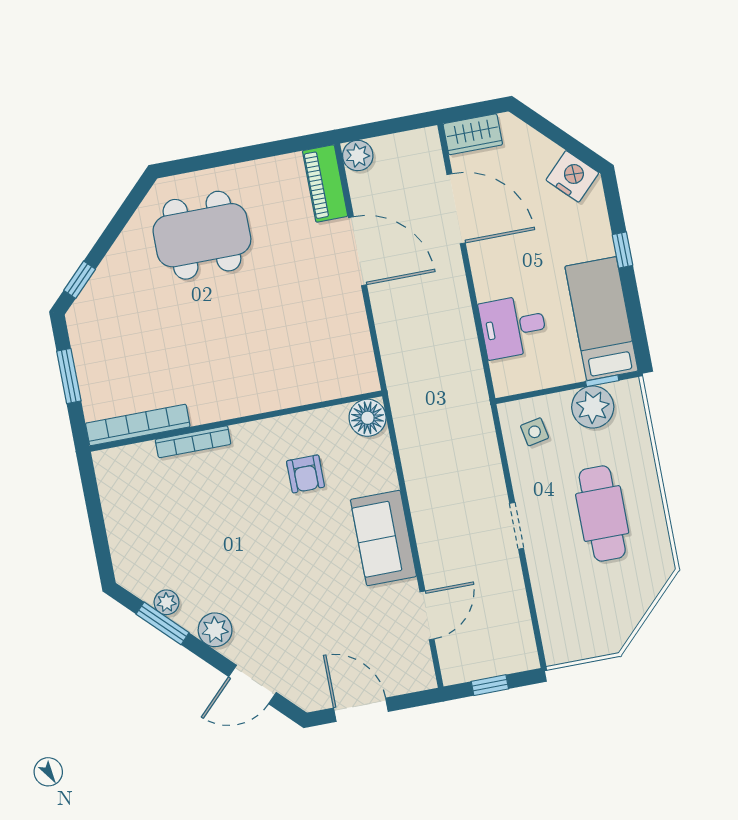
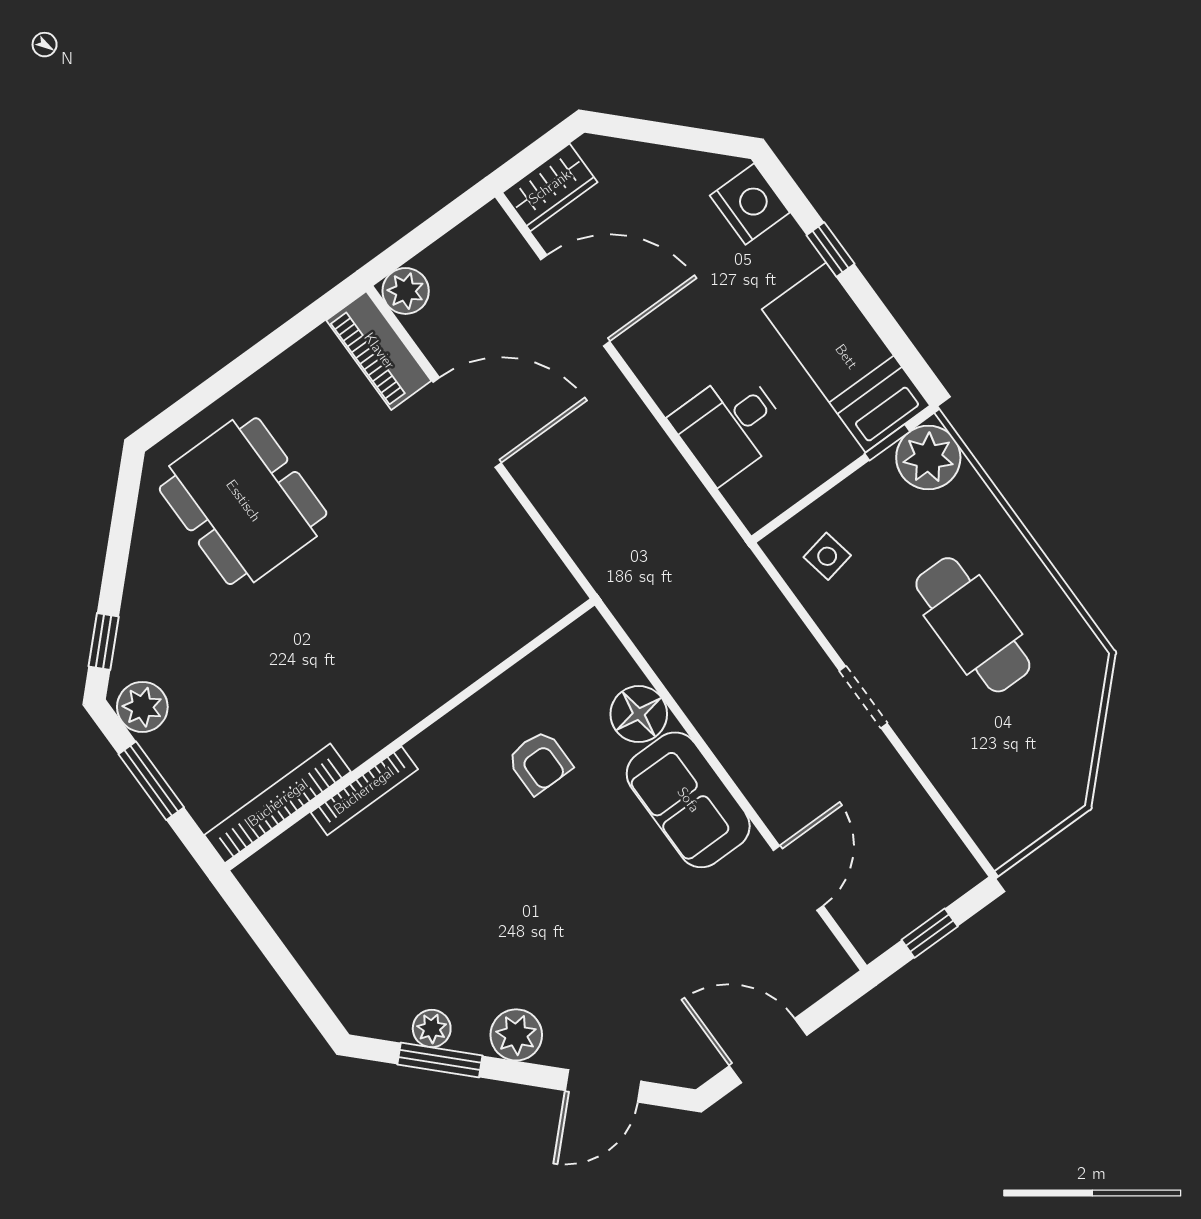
nightstand: (572, 176) -> (750, 204), moved, turned 45
dining table: (202, 235) -> (243, 501), turned 90
plant: (84, 330) -> (142, 707), added
plant: (593, 407) -> (928, 458), moved
floor lamp: (368, 418) -> (639, 714), moved

